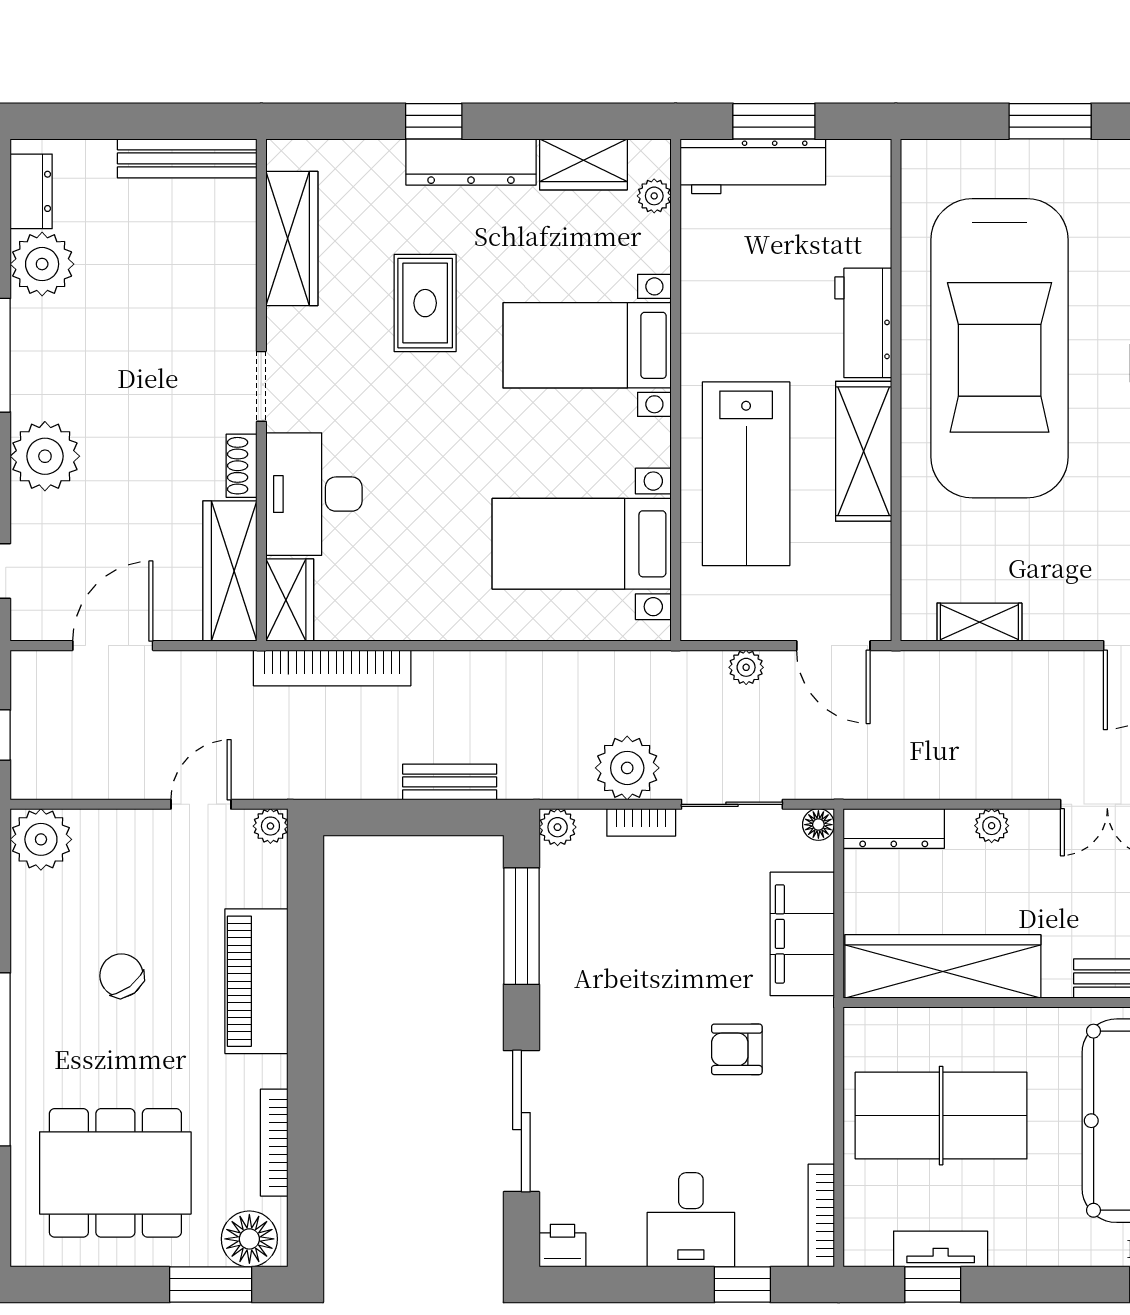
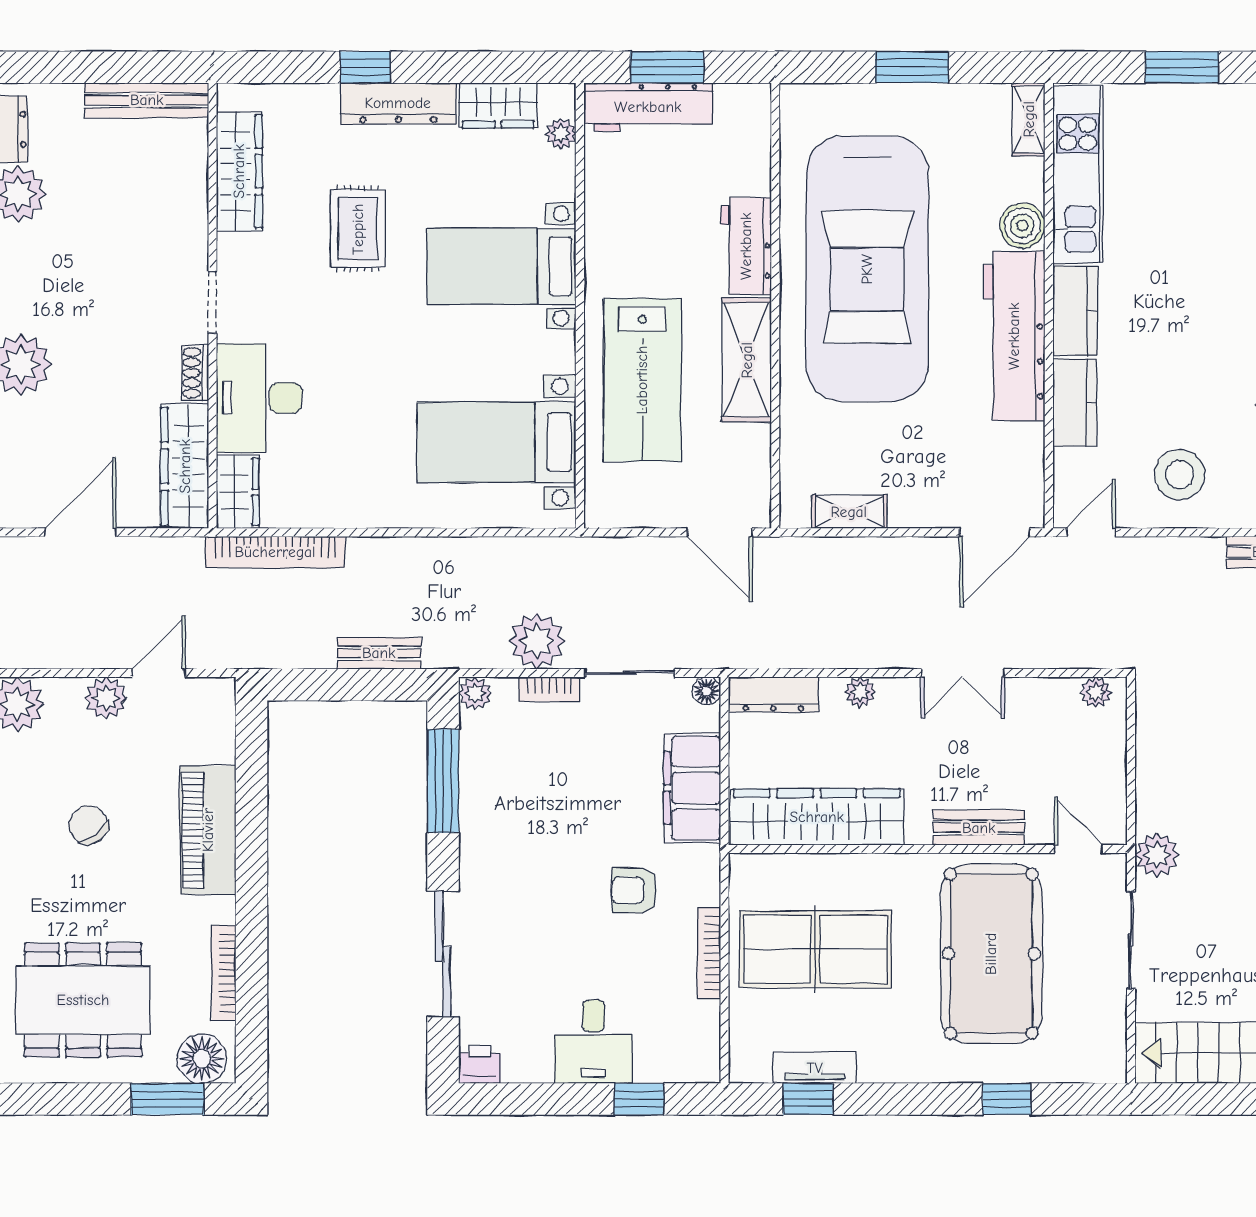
plant: (746, 667) -> (642, 552), removed
plant: (270, 826) -> (106, 698), moved, width x1.38, depth x1.38
bookcase: (821, 1215) -> (709, 953), moved

